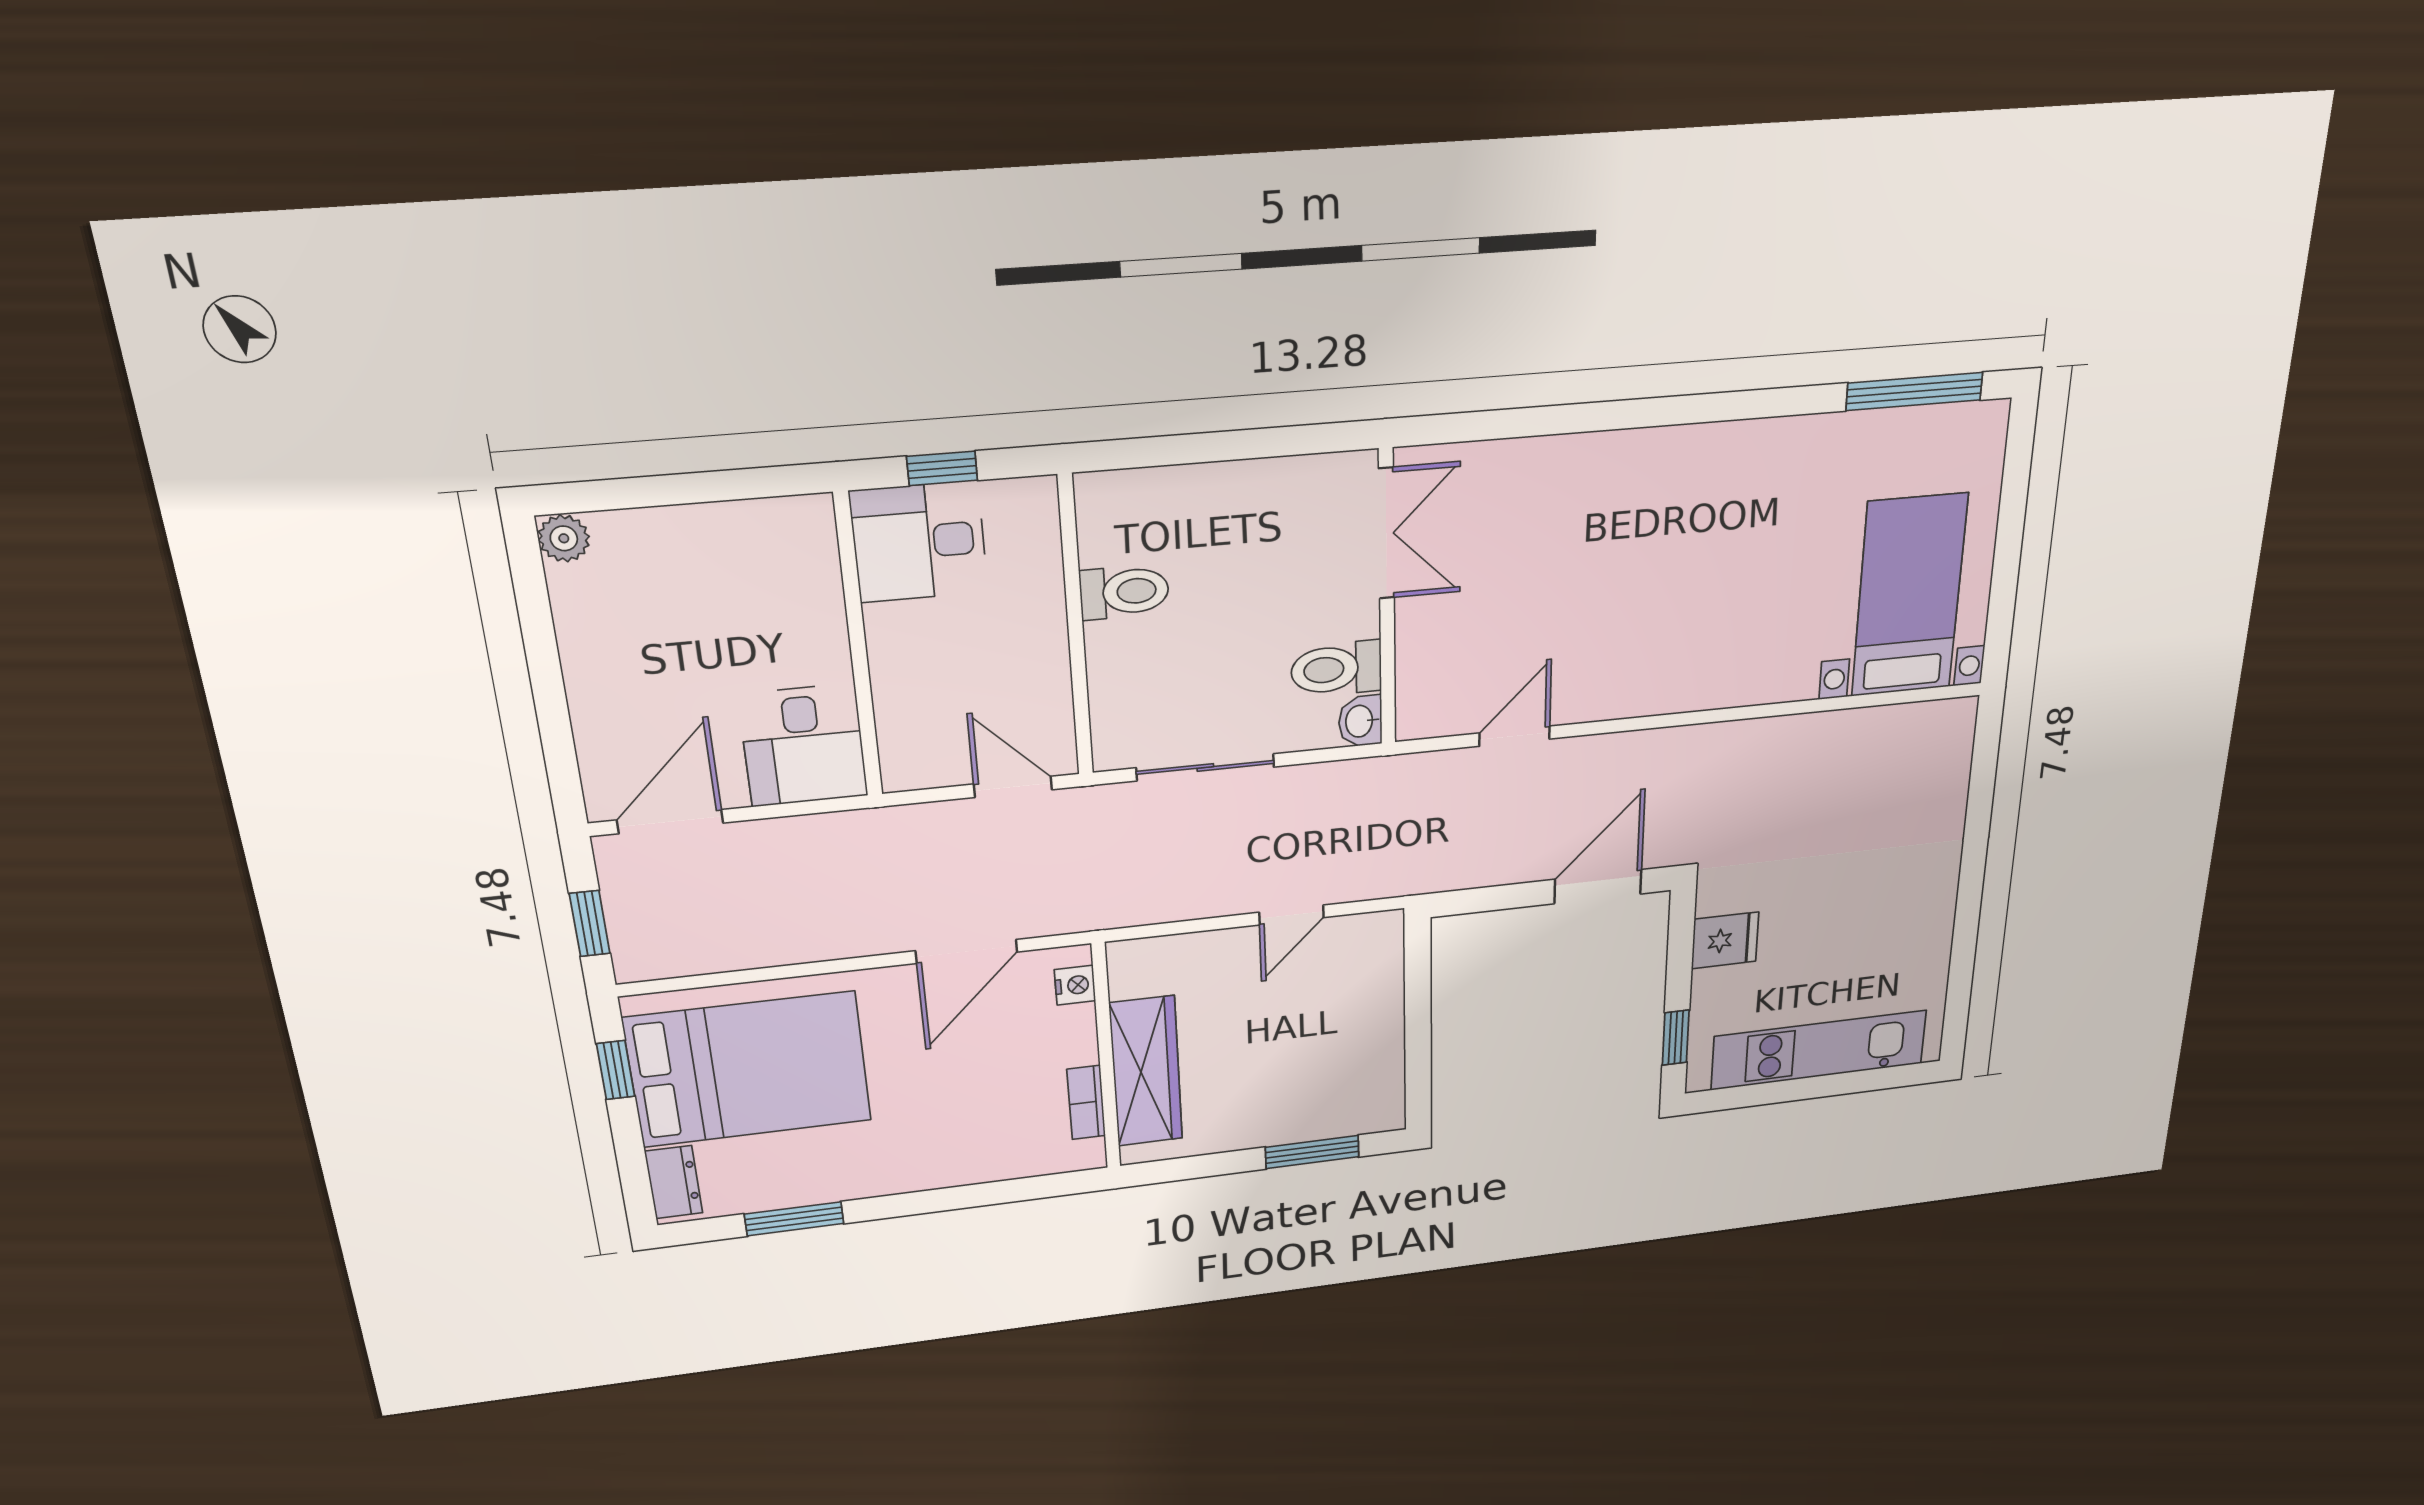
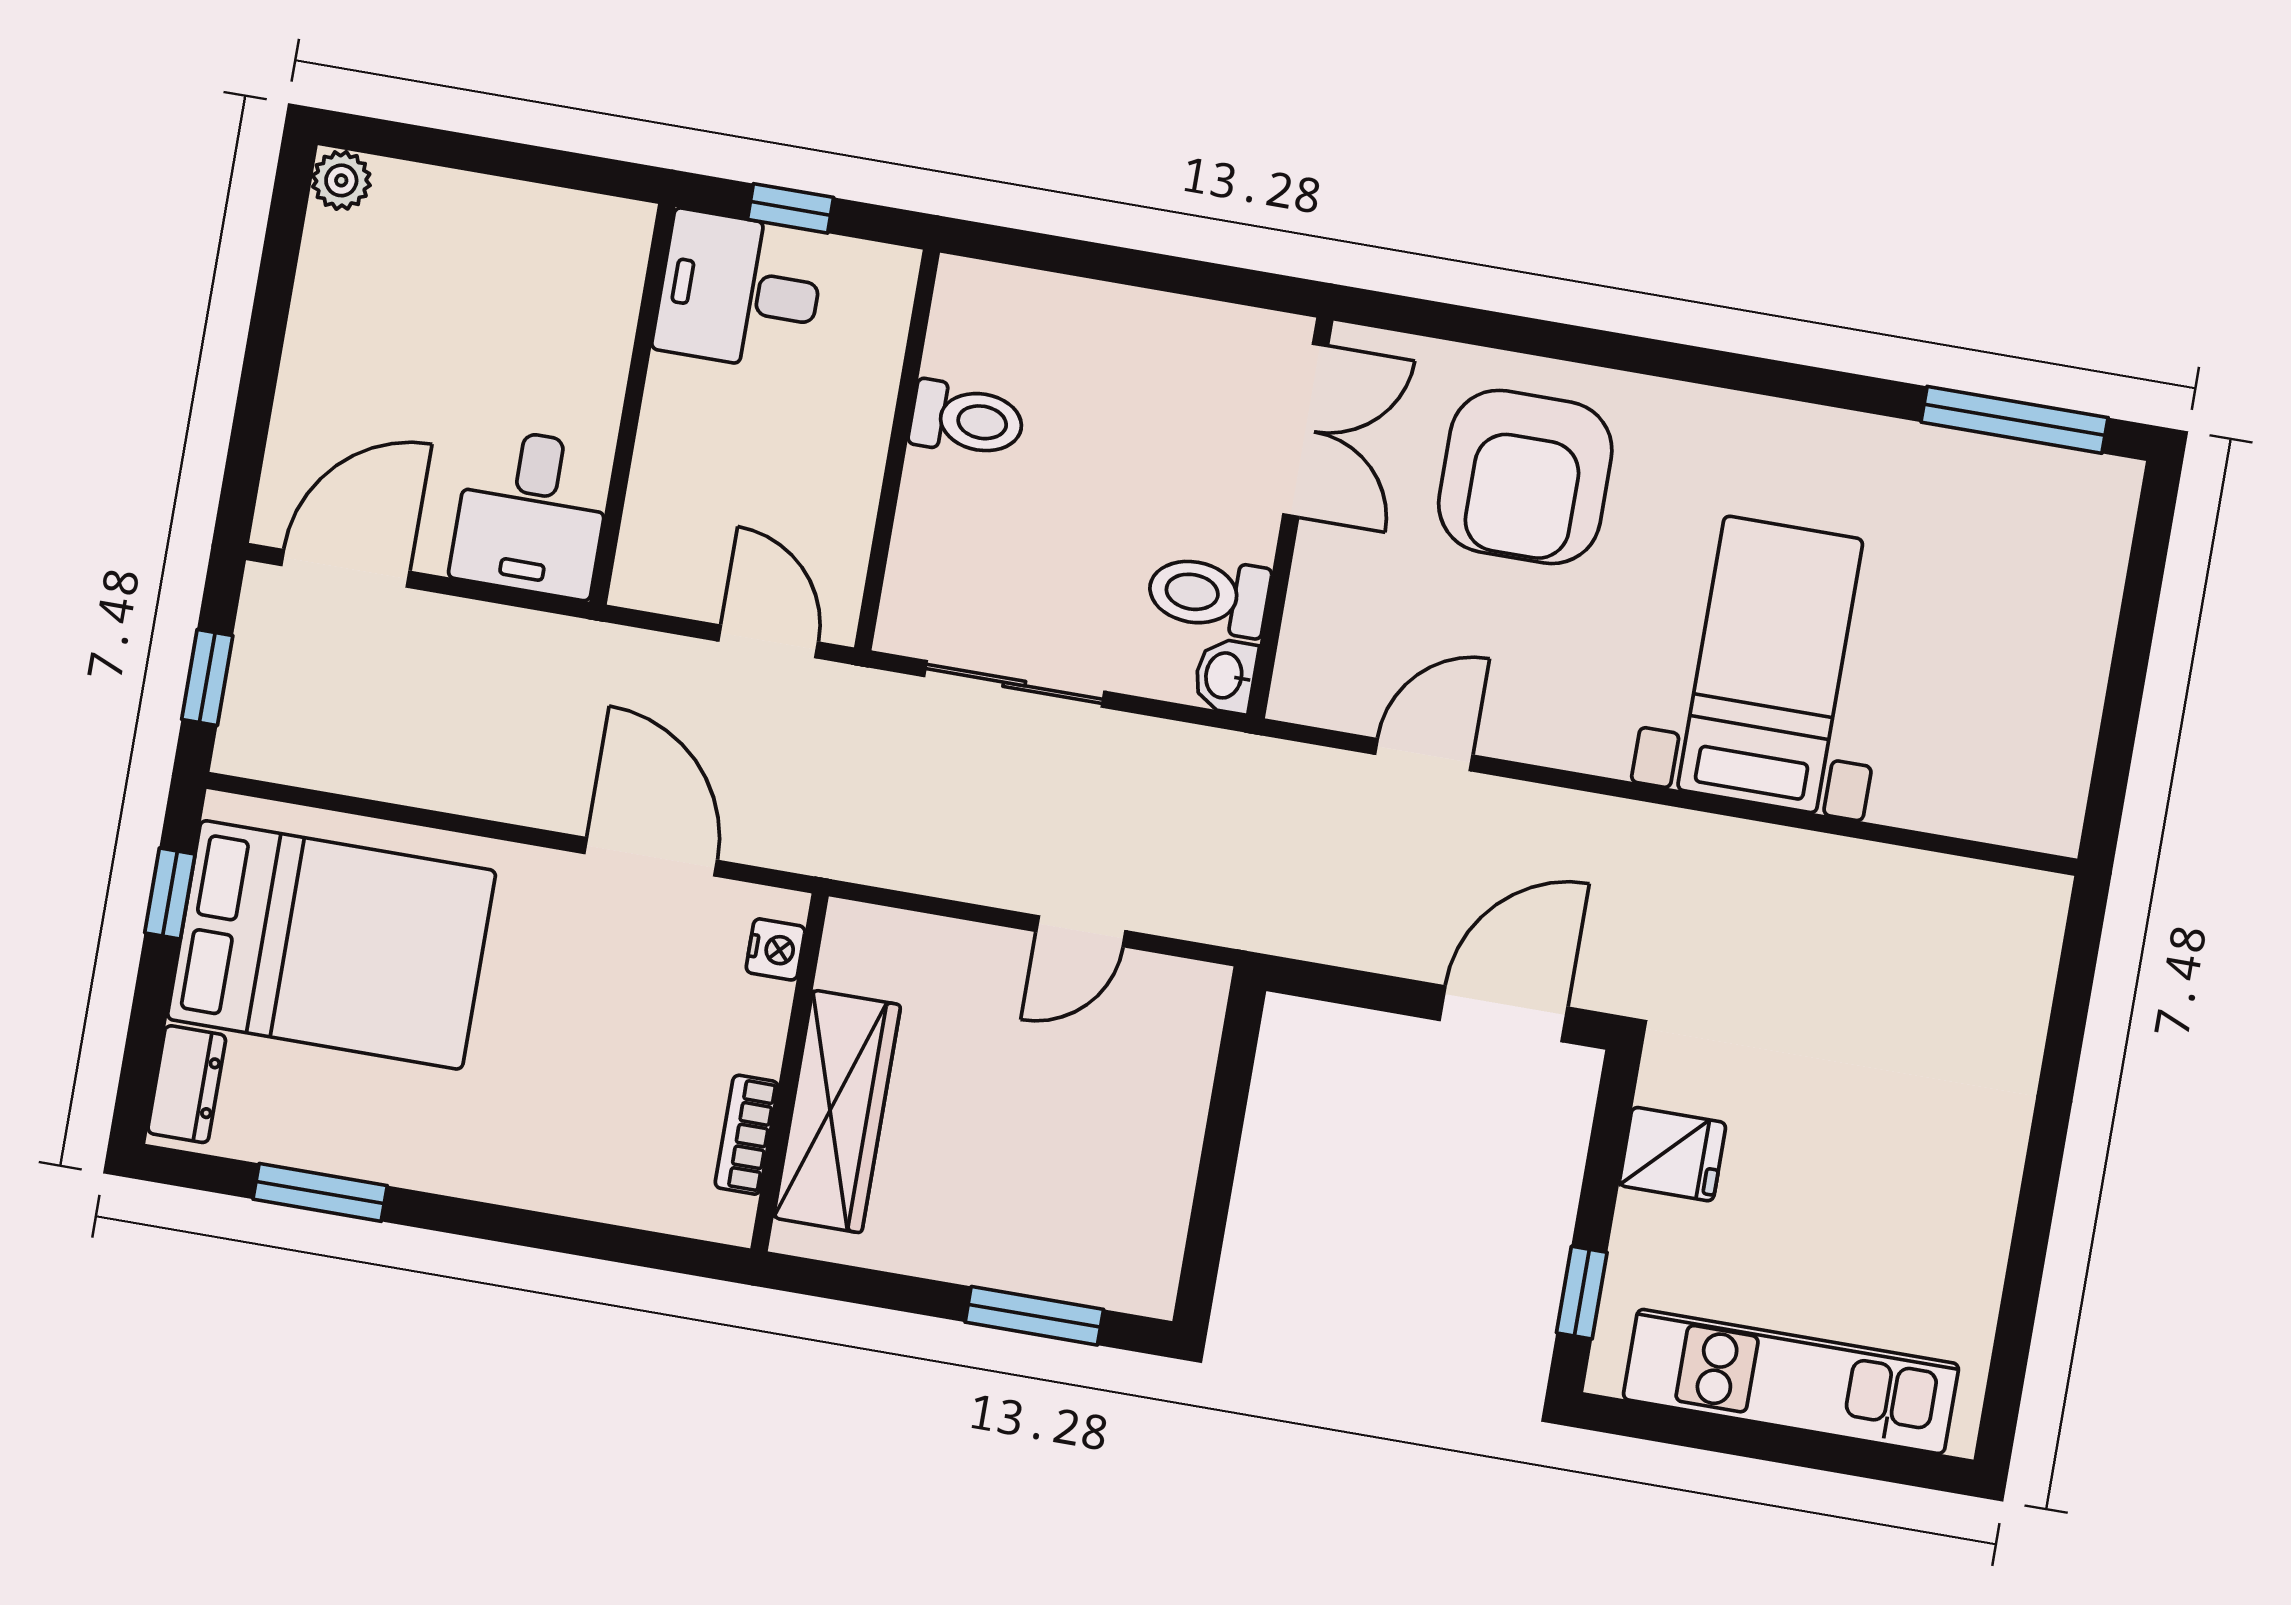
armchair: (1558, 525) -> (1525, 477), added
bed with nightstands: (1909, 596) -> (1770, 664), moved
door: (967, 951) -> (651, 857), swing flipped

